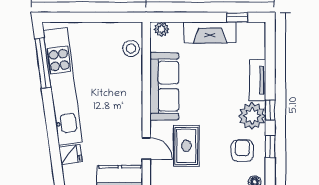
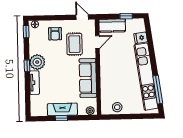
window: (237, 17) -> (61, 118), moved
stool: (131, 48) -> (117, 107), moved
window: (270, 146) -> (26, 32), moved
door: (146, 149) -> (97, 42), swing flipped
armchair: (242, 151) -> (55, 34), moved

